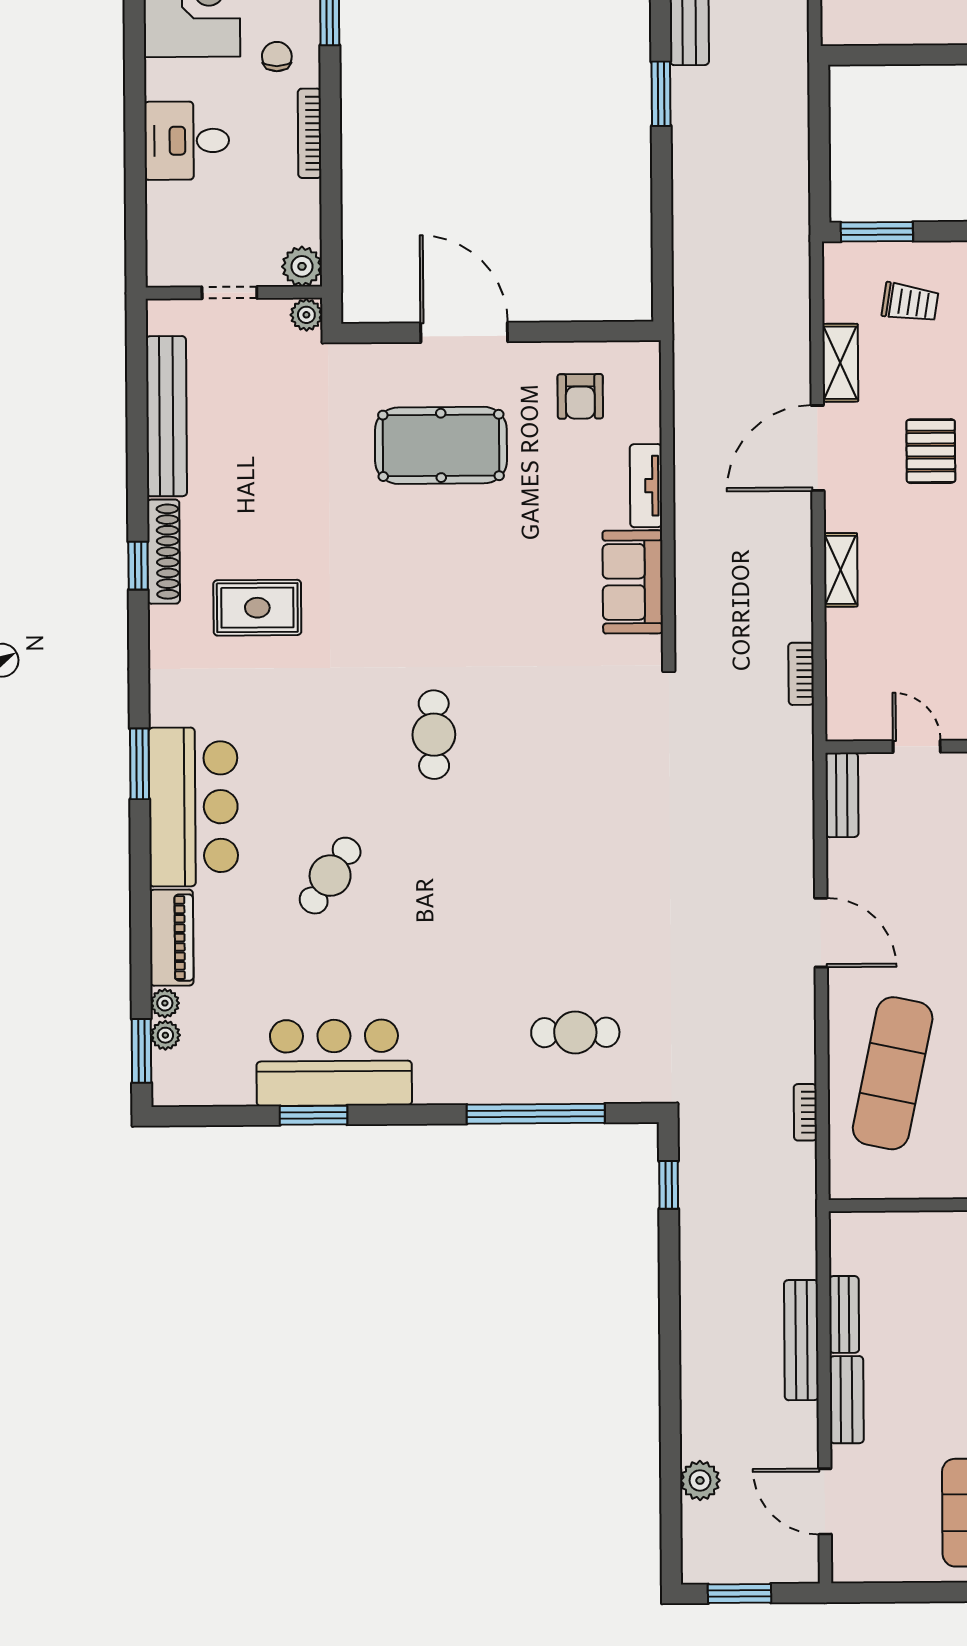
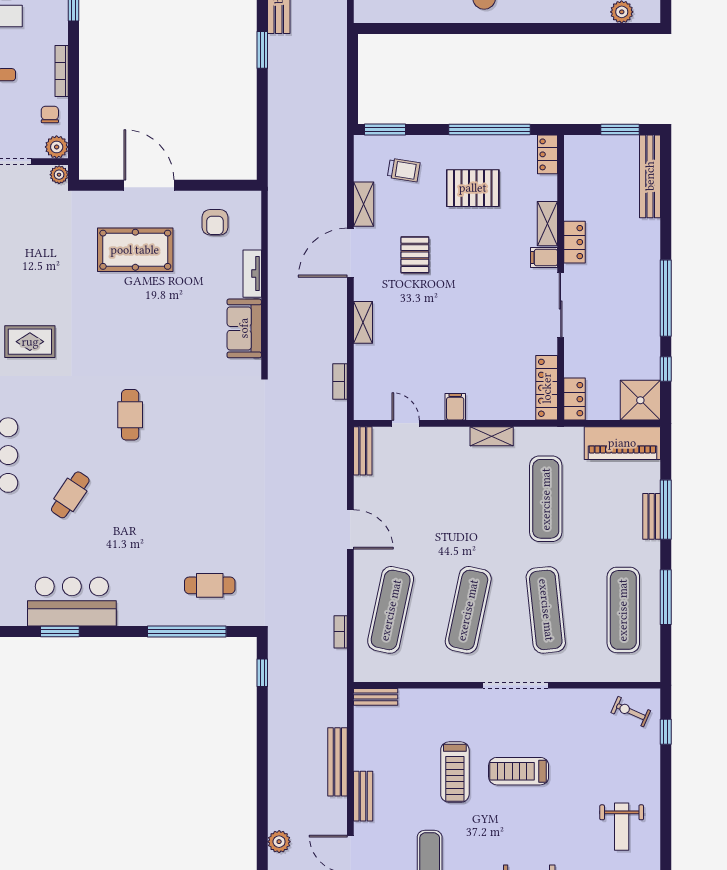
chair: (277, 57) -> (50, 114), moved
bench: (844, 1314) -> (376, 697), moved, turned 90

